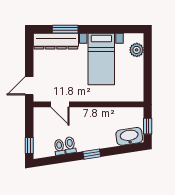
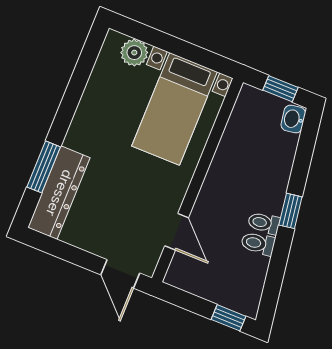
bed with nightstands: (101, 59) -> (175, 109), moved, turned 90
door: (60, 104) -> (177, 232), hinge flipped
washbasin: (129, 136) -> (293, 119), width x0.52, depth x0.69
toilet: (59, 147) -> (264, 223), moved

